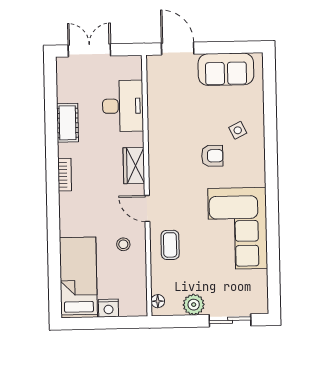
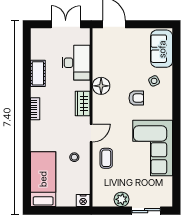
double door: (89, 50) -> (66, 24), moved
sofa: (226, 69) -> (162, 49), moved, turned 90
door: (147, 208) -> (91, 133), swing flipped
floor lamp: (158, 301) -> (101, 86), moved, width x1.89, depth x1.89
nightstand: (108, 308) -> (83, 200), moved

